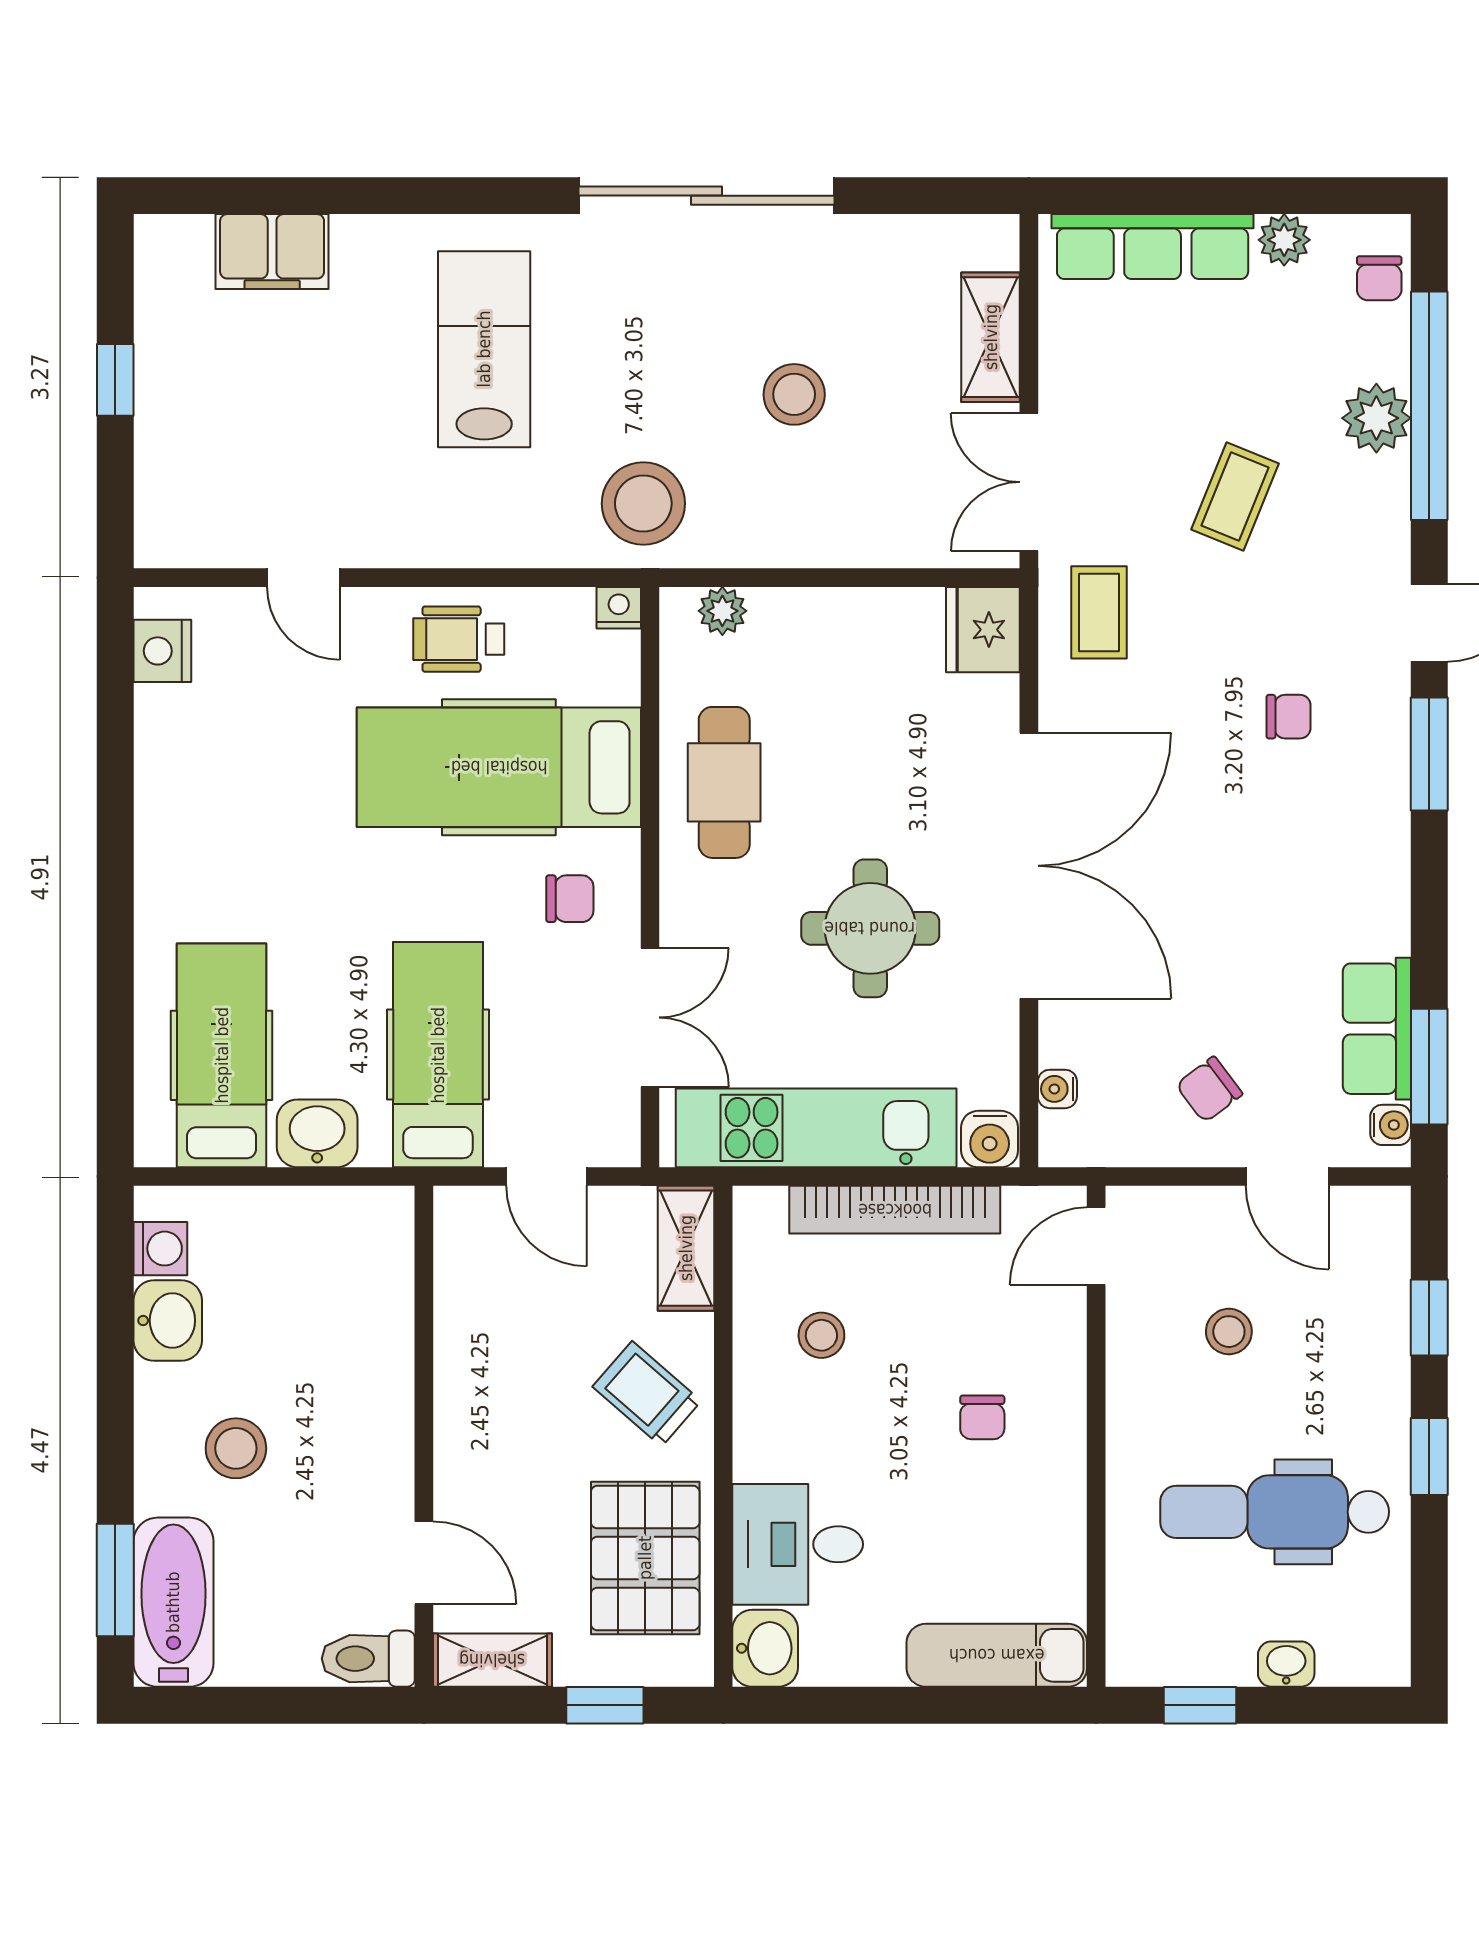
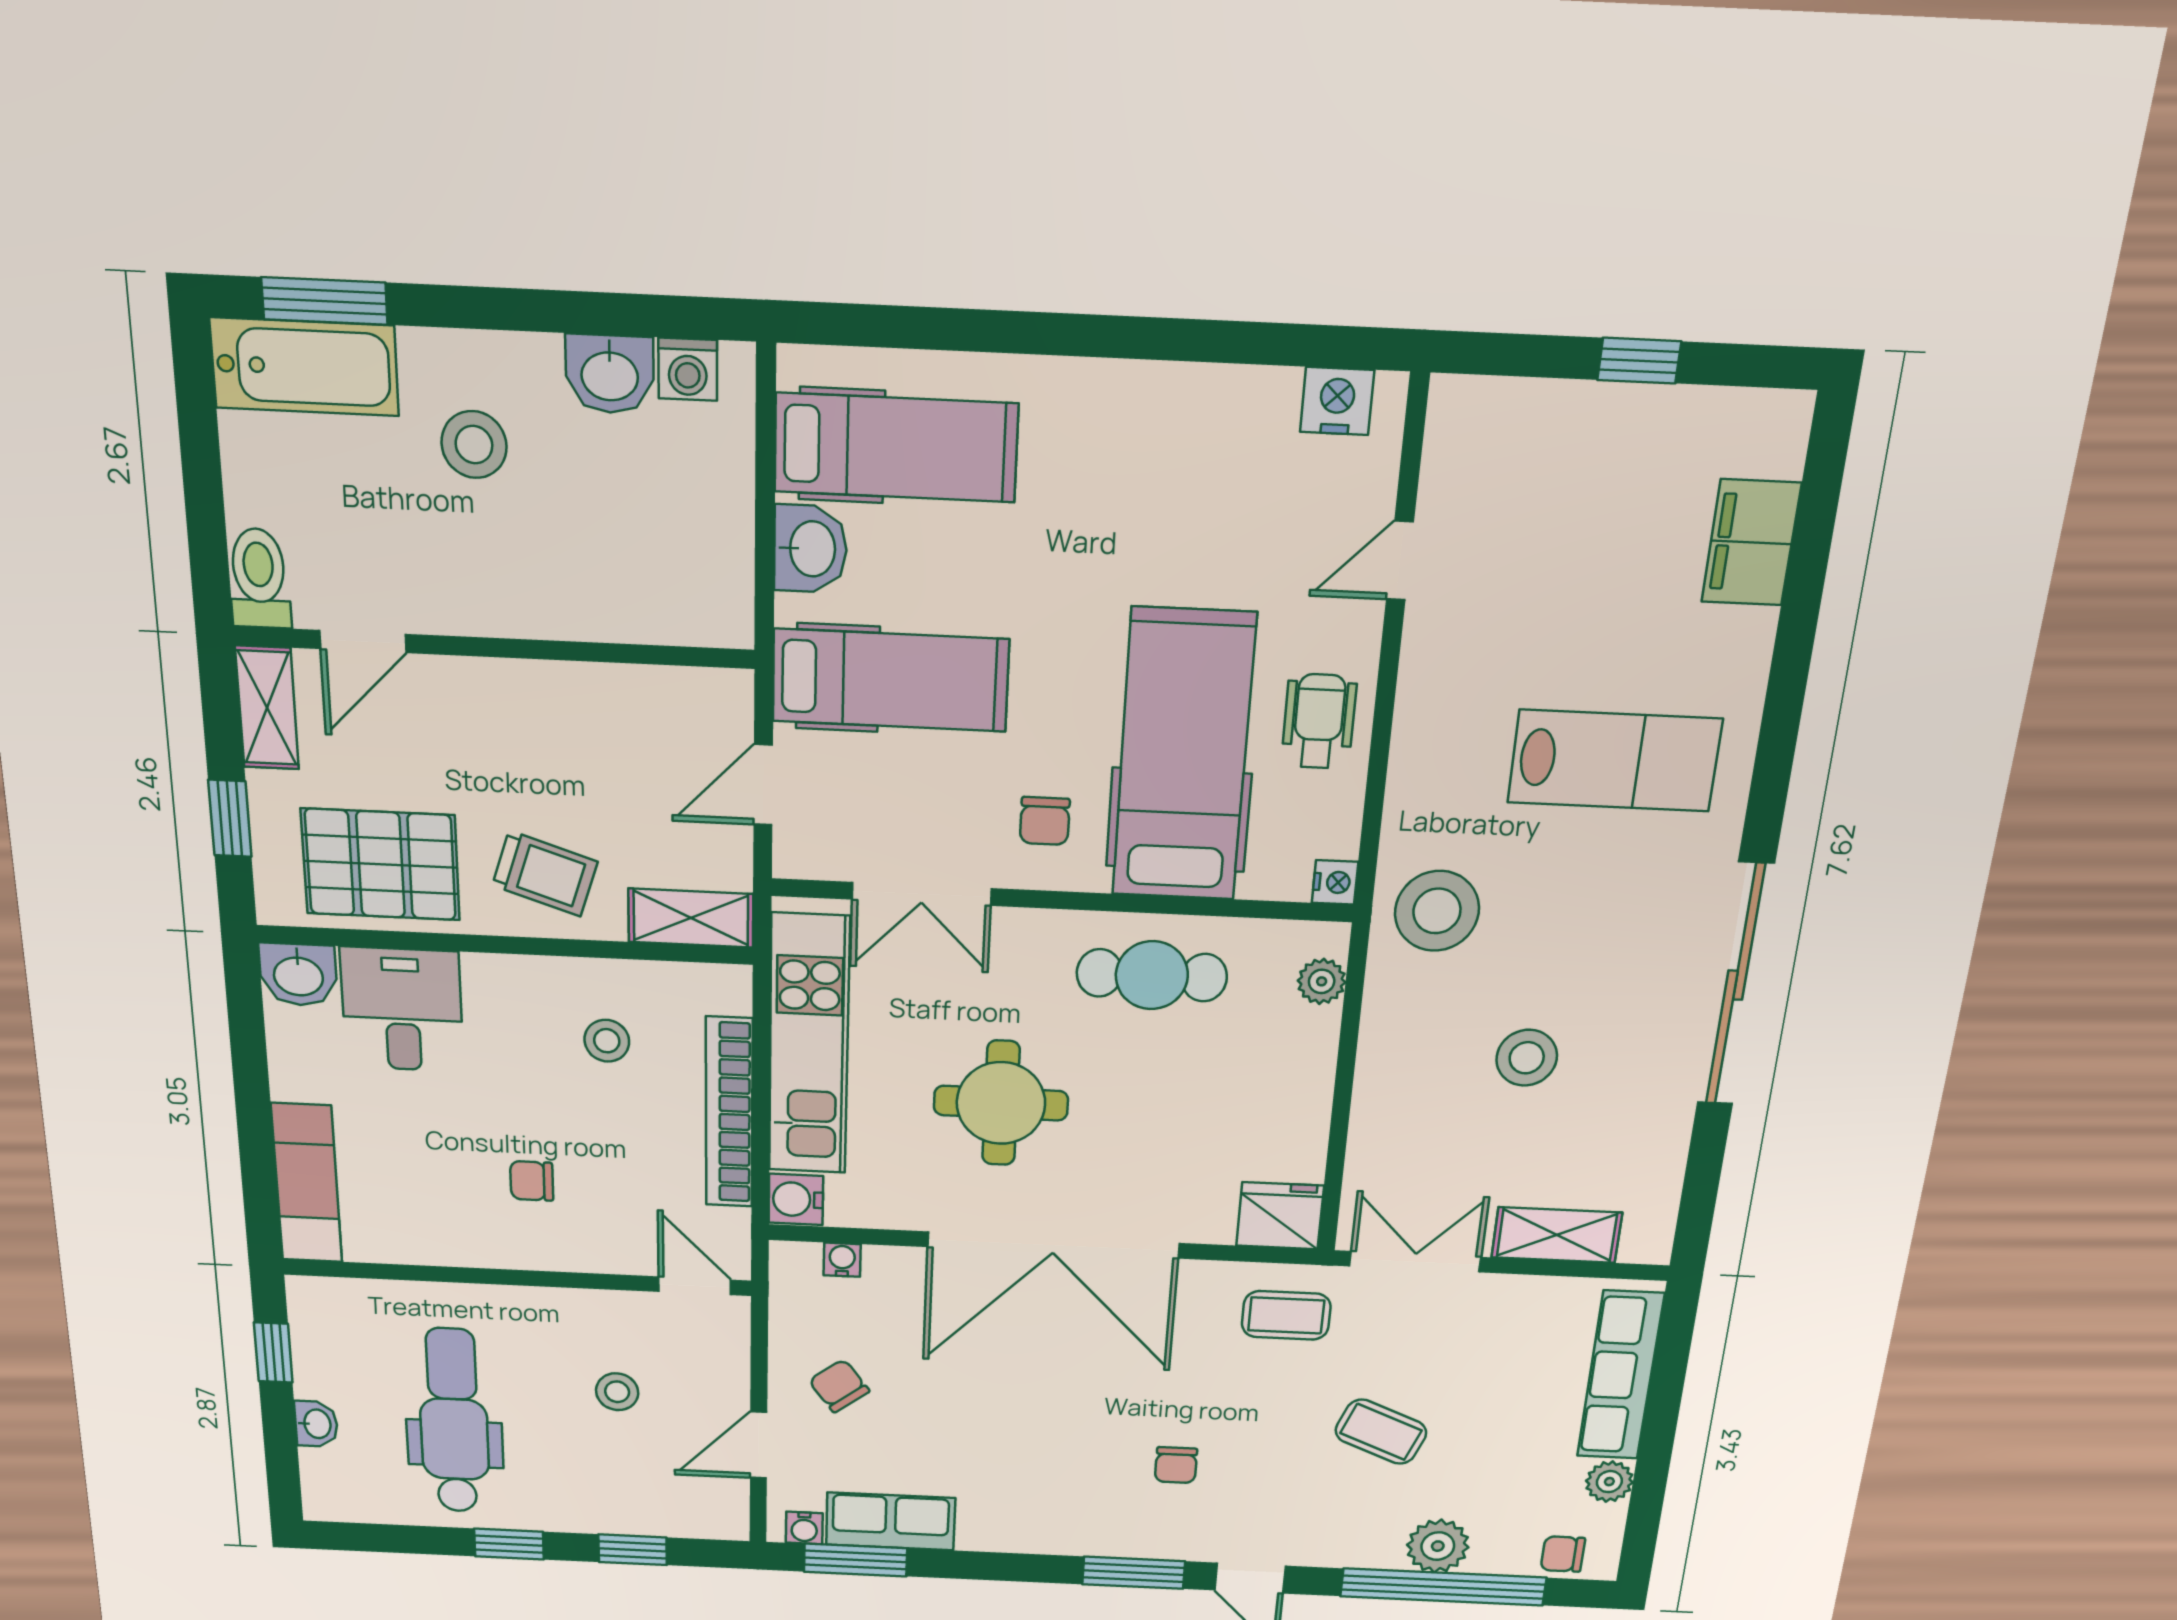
trolley: (647, 1394) -> (545, 874), turned 67

